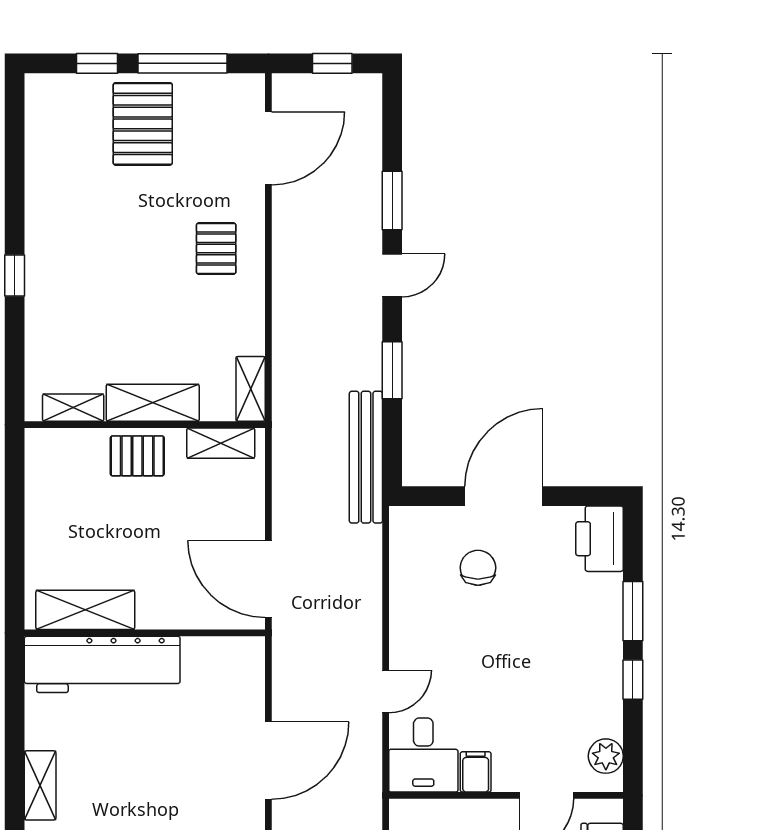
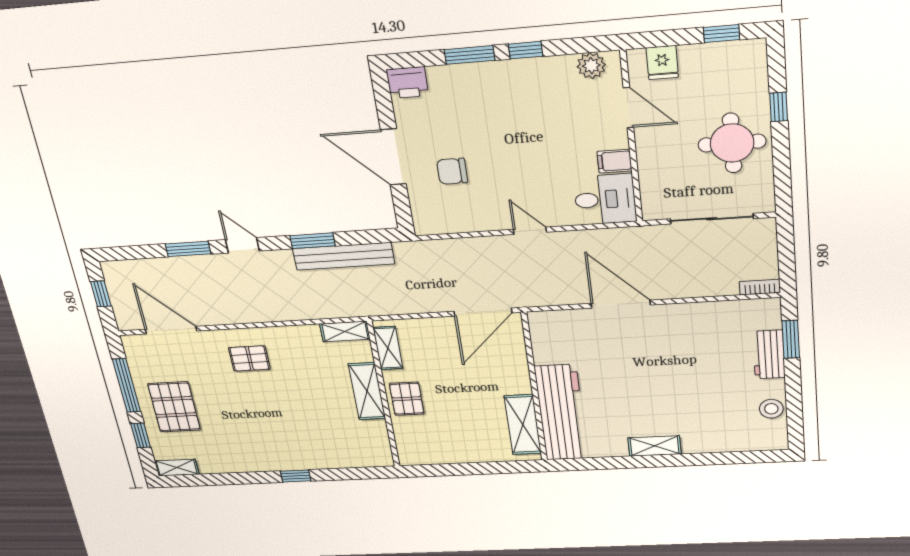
pallet: (143, 124) -> (174, 407), turned 90
shelving: (73, 408) -> (177, 468), moved, turned 90
bench: (366, 457) -> (344, 256), moved
printer: (600, 539) -> (407, 83), width x0.73, depth x0.84
door: (386, 691) -> (530, 231), moved

